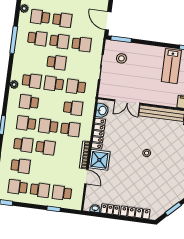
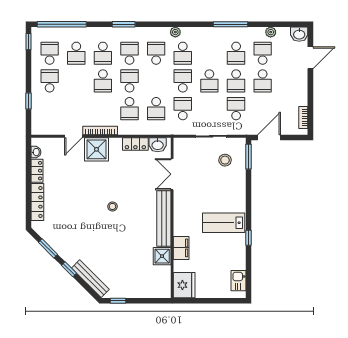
school desk: (82, 44) -> (236, 109), turned 180
locker: (98, 134) -> (135, 144), width x0.66
school desk: (40, 190) -> (50, 81), turned 180
school desk: (62, 193) -> (50, 109), removed

